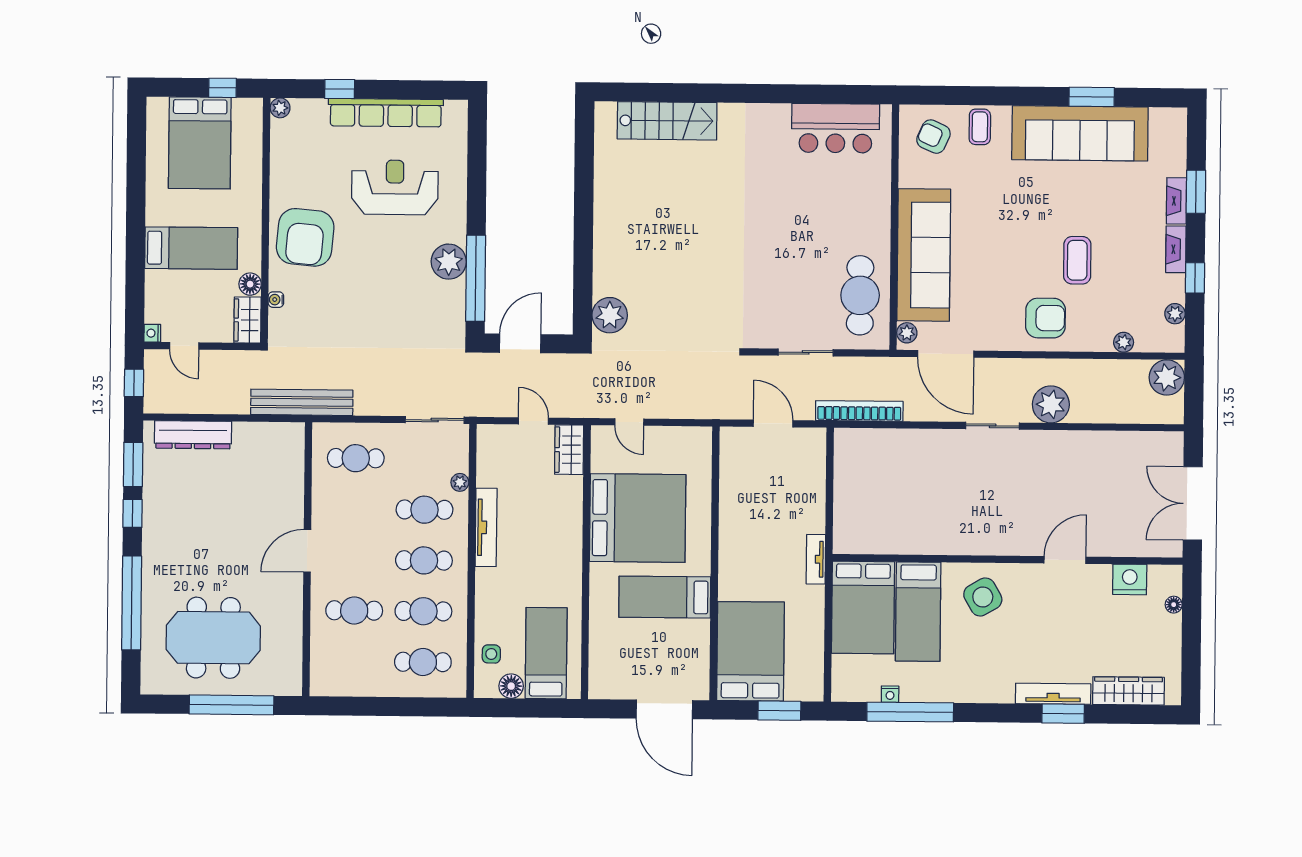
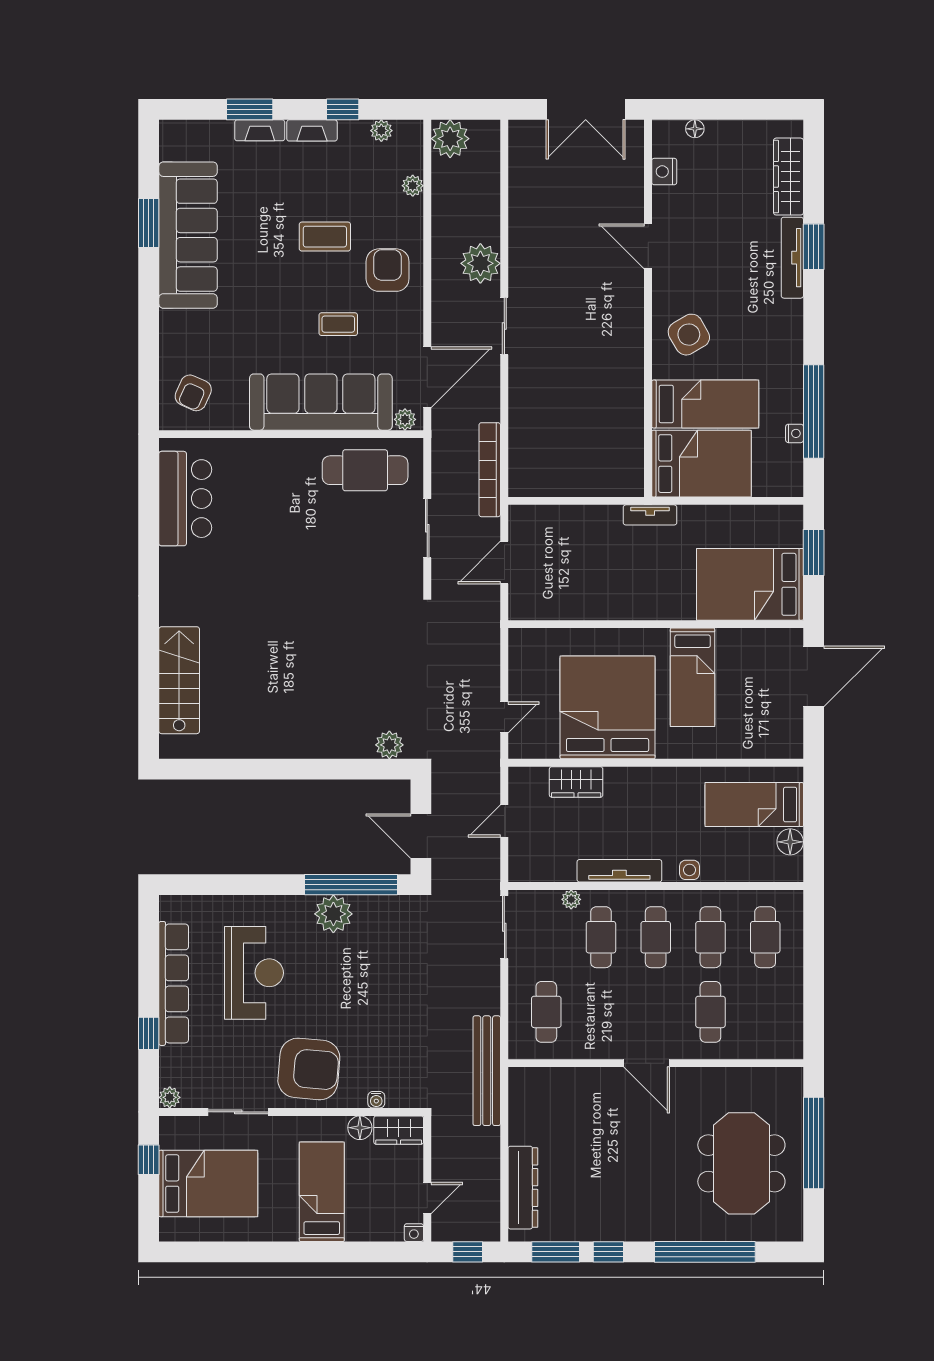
coffee table: (980, 127) -> (338, 324), moved
sliding door: (266, 171) -> (238, 1112), added
reception desk: (395, 187) -> (254, 973), turned 180
plant: (610, 315) -> (389, 745), width x0.73, depth x0.73
wardrobe: (569, 450) -> (576, 782), moved
nightstand: (1130, 579) -> (664, 172), width x0.74, depth x0.75
side table: (491, 654) -> (690, 870), moved

